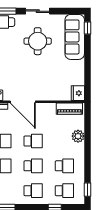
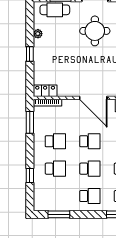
door: (23, 102) -> (93, 98), moved

